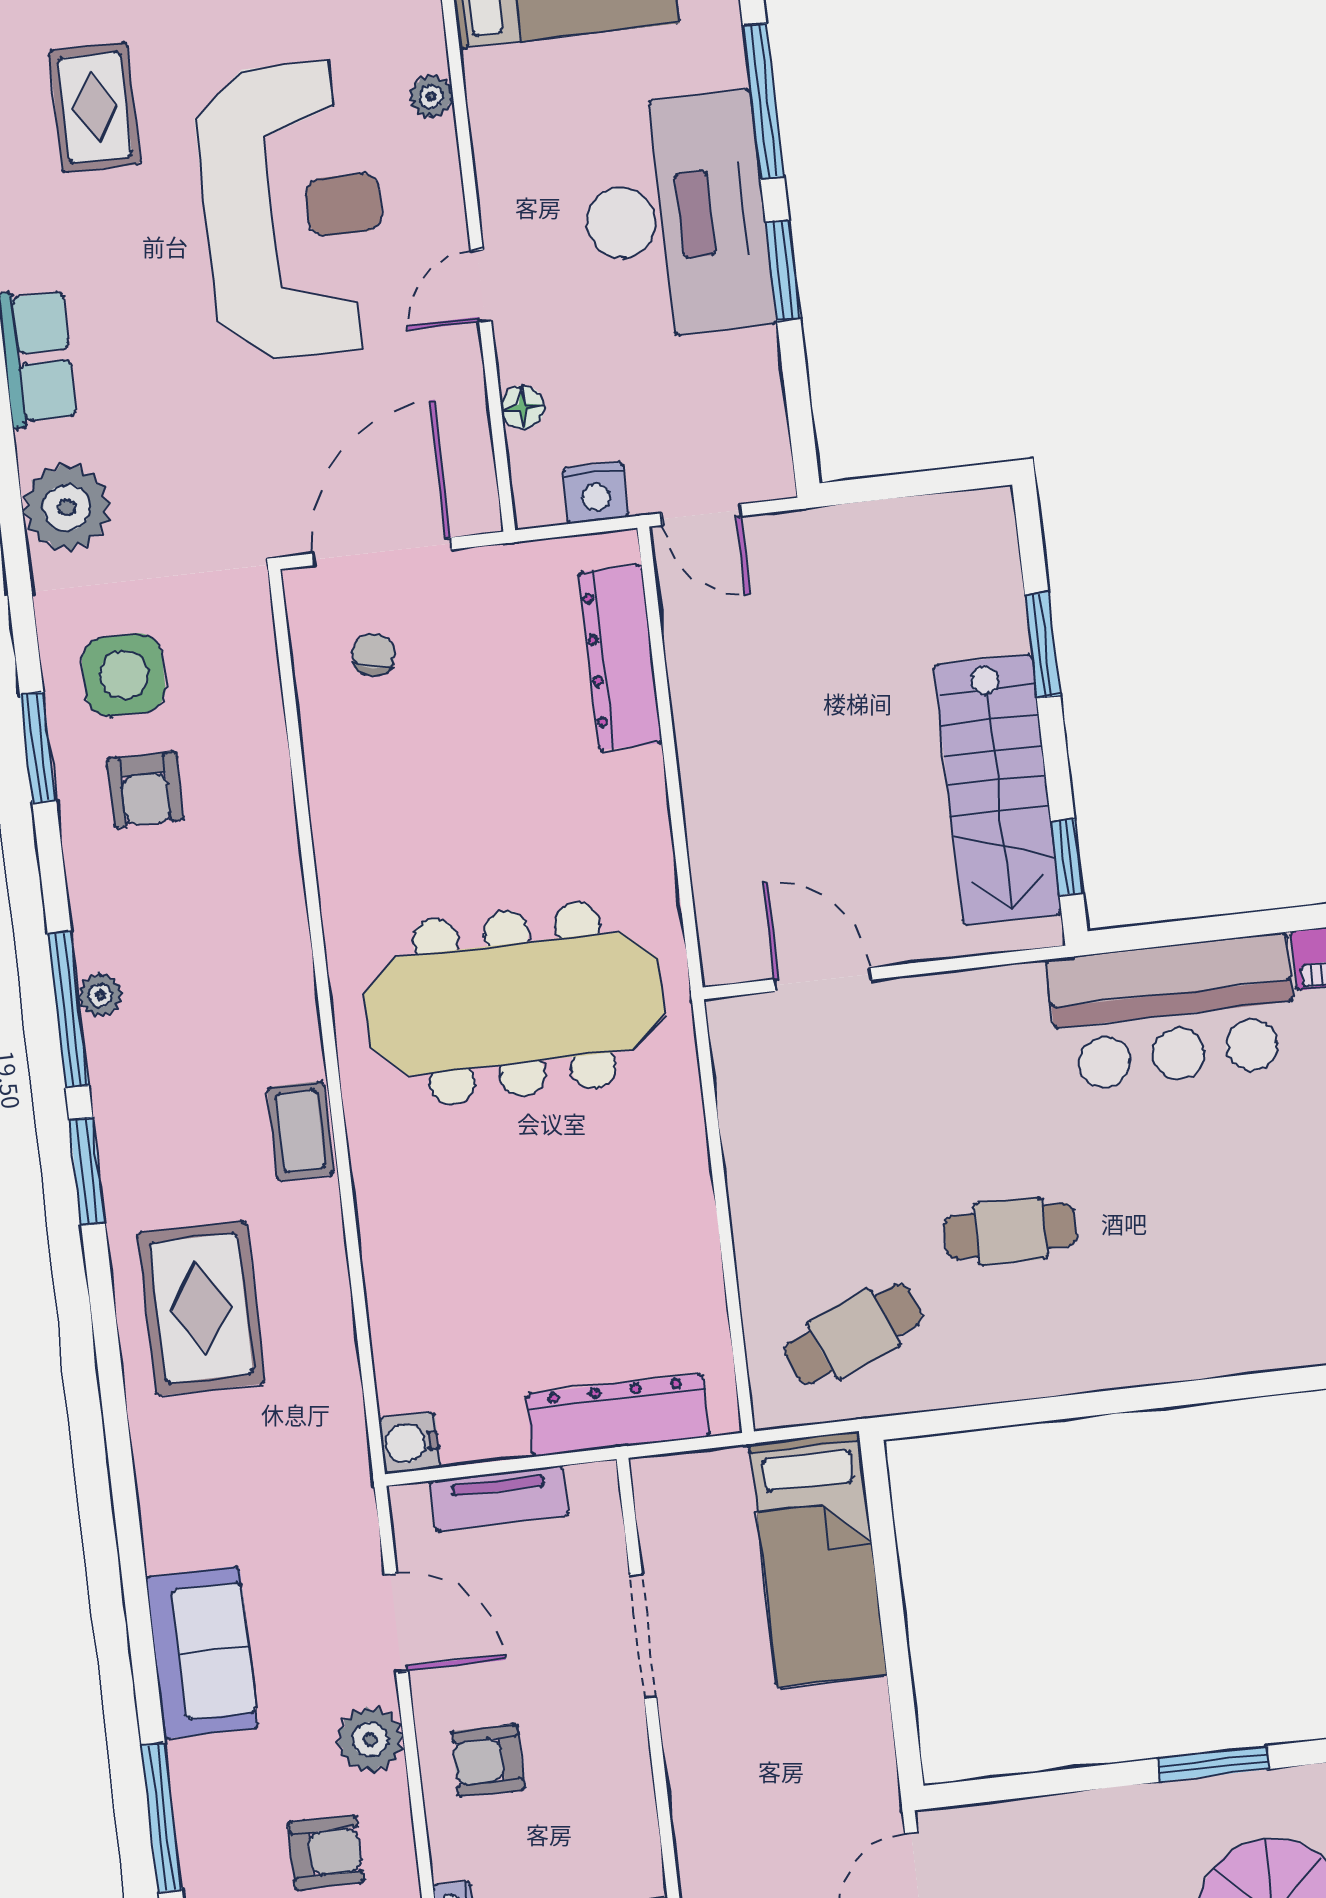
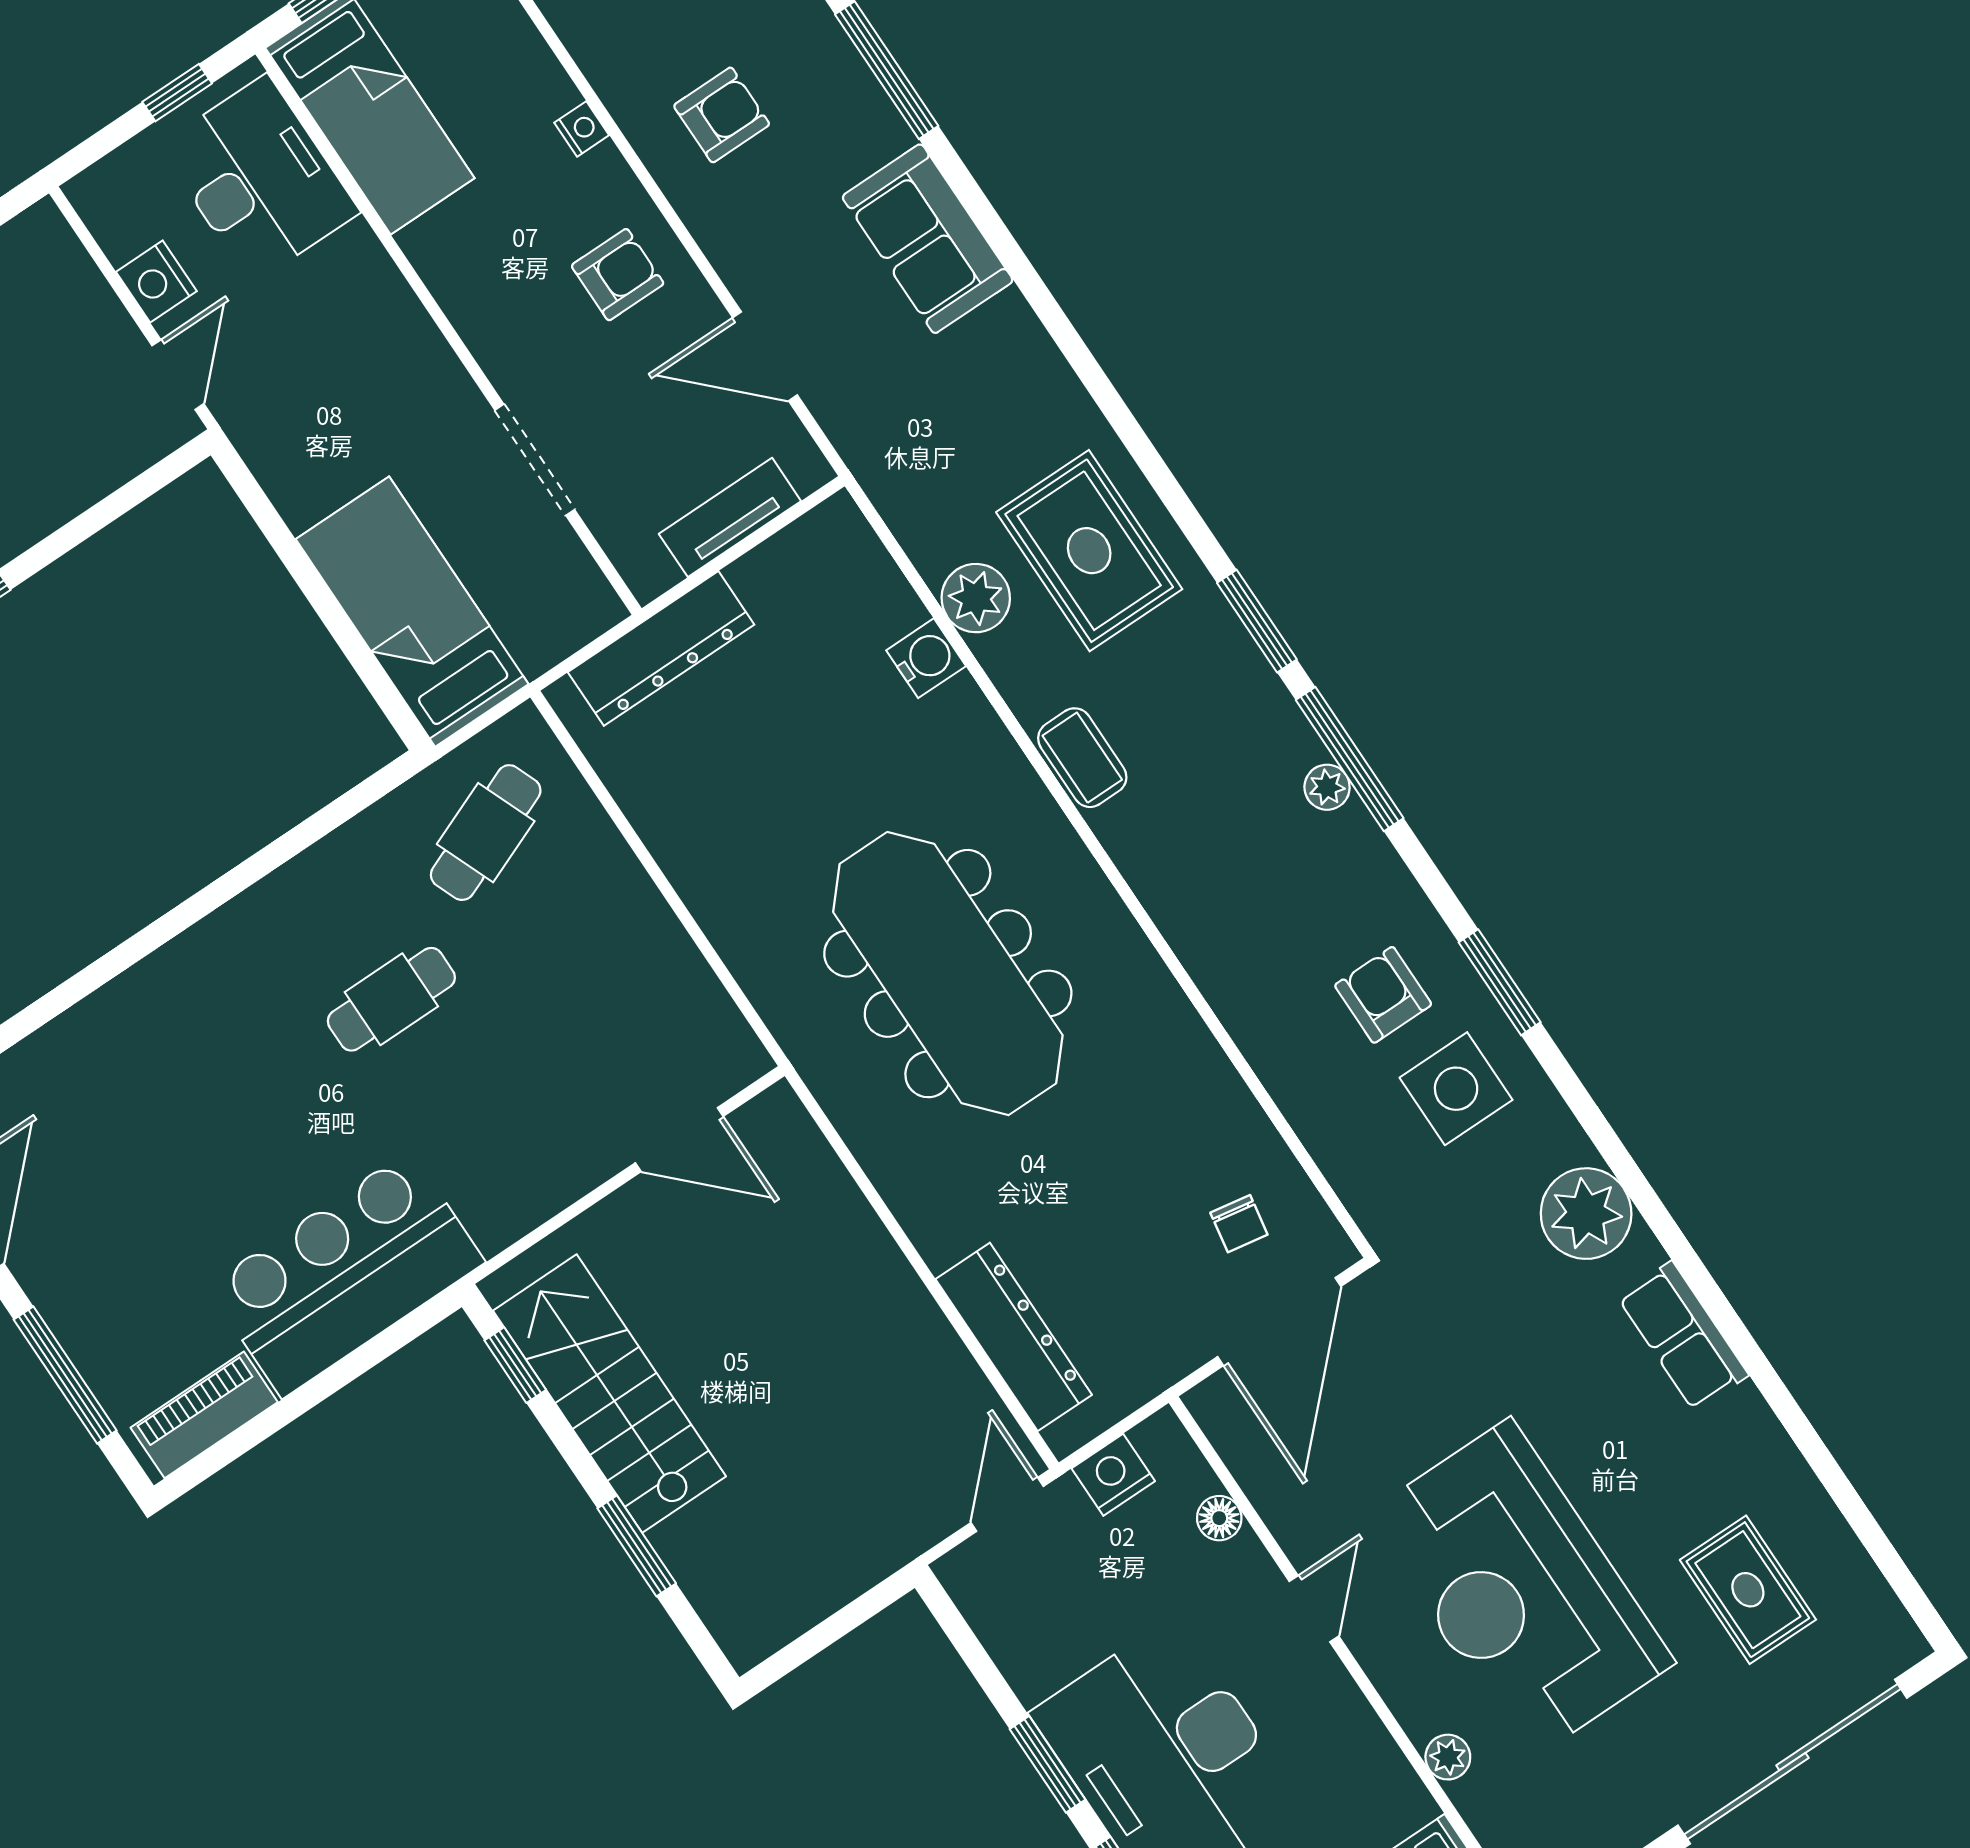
door: (701, 515) -> (1007, 1504), hinge flipped
meeting table: (514, 1003) -> (948, 974), turned 90
water cooler: (410, 1443) -> (926, 658), moved
plant: (370, 1740) -> (976, 598), moved
armchair: (326, 1853) -> (722, 115), turned 180

